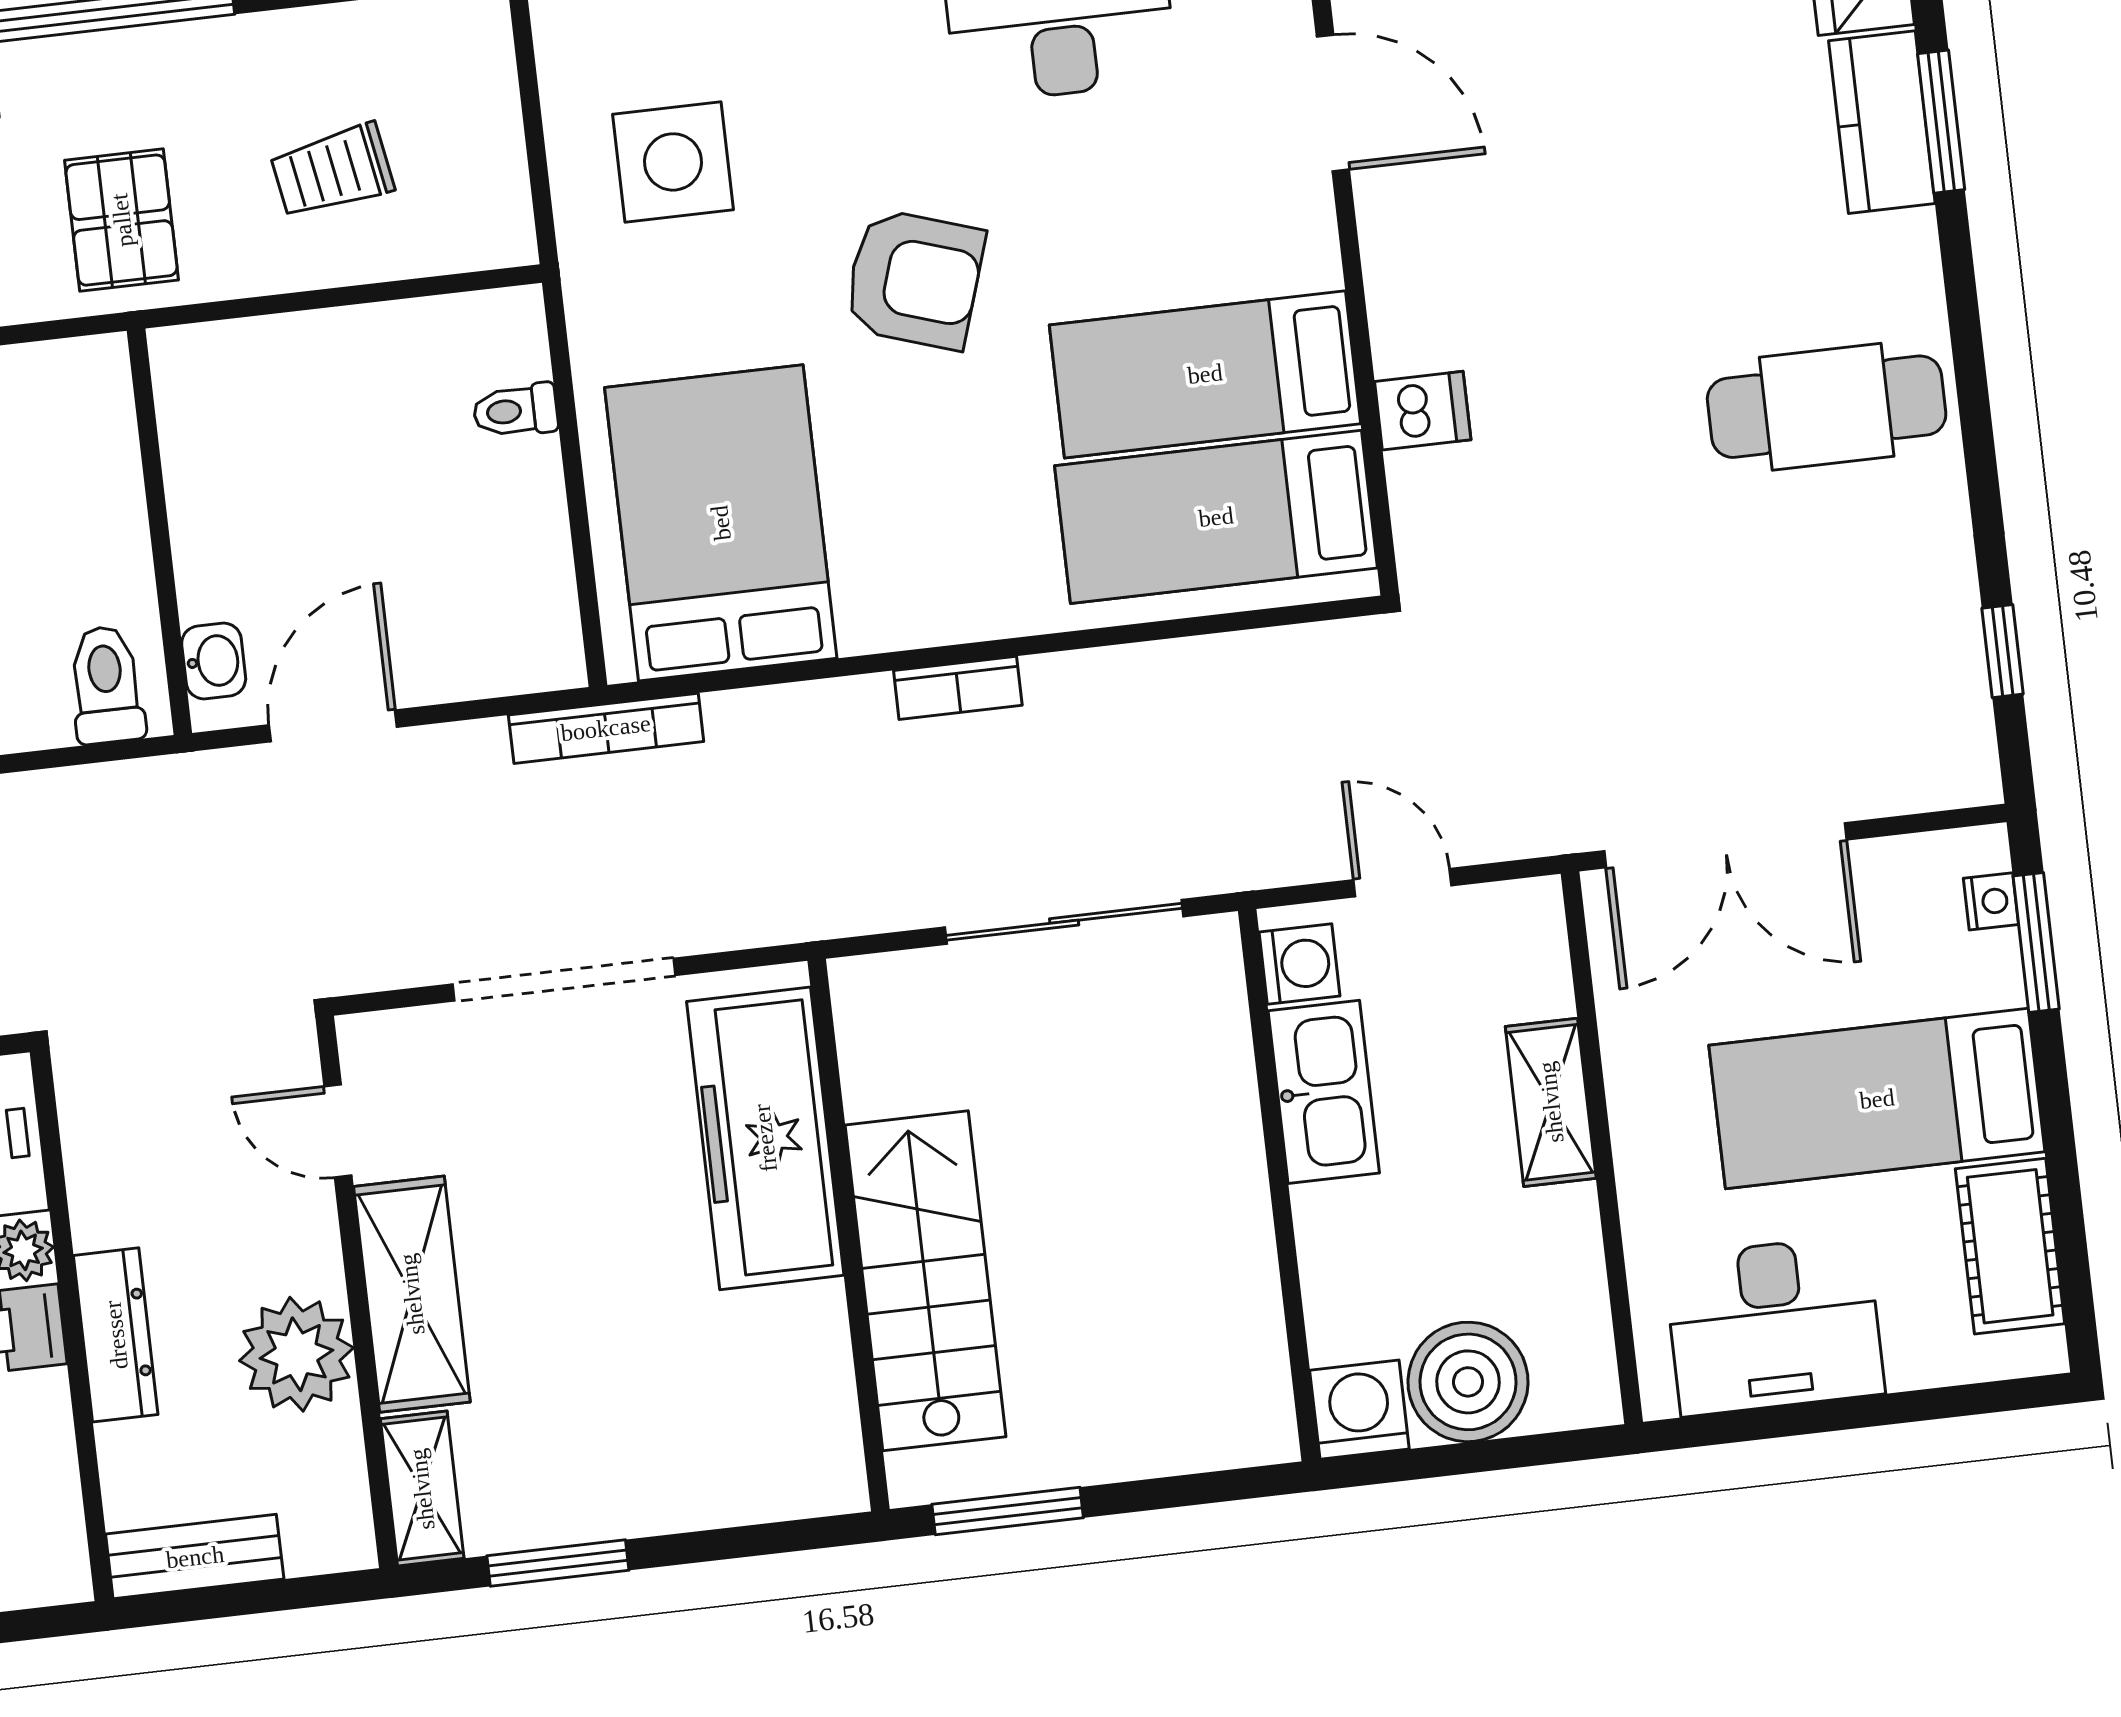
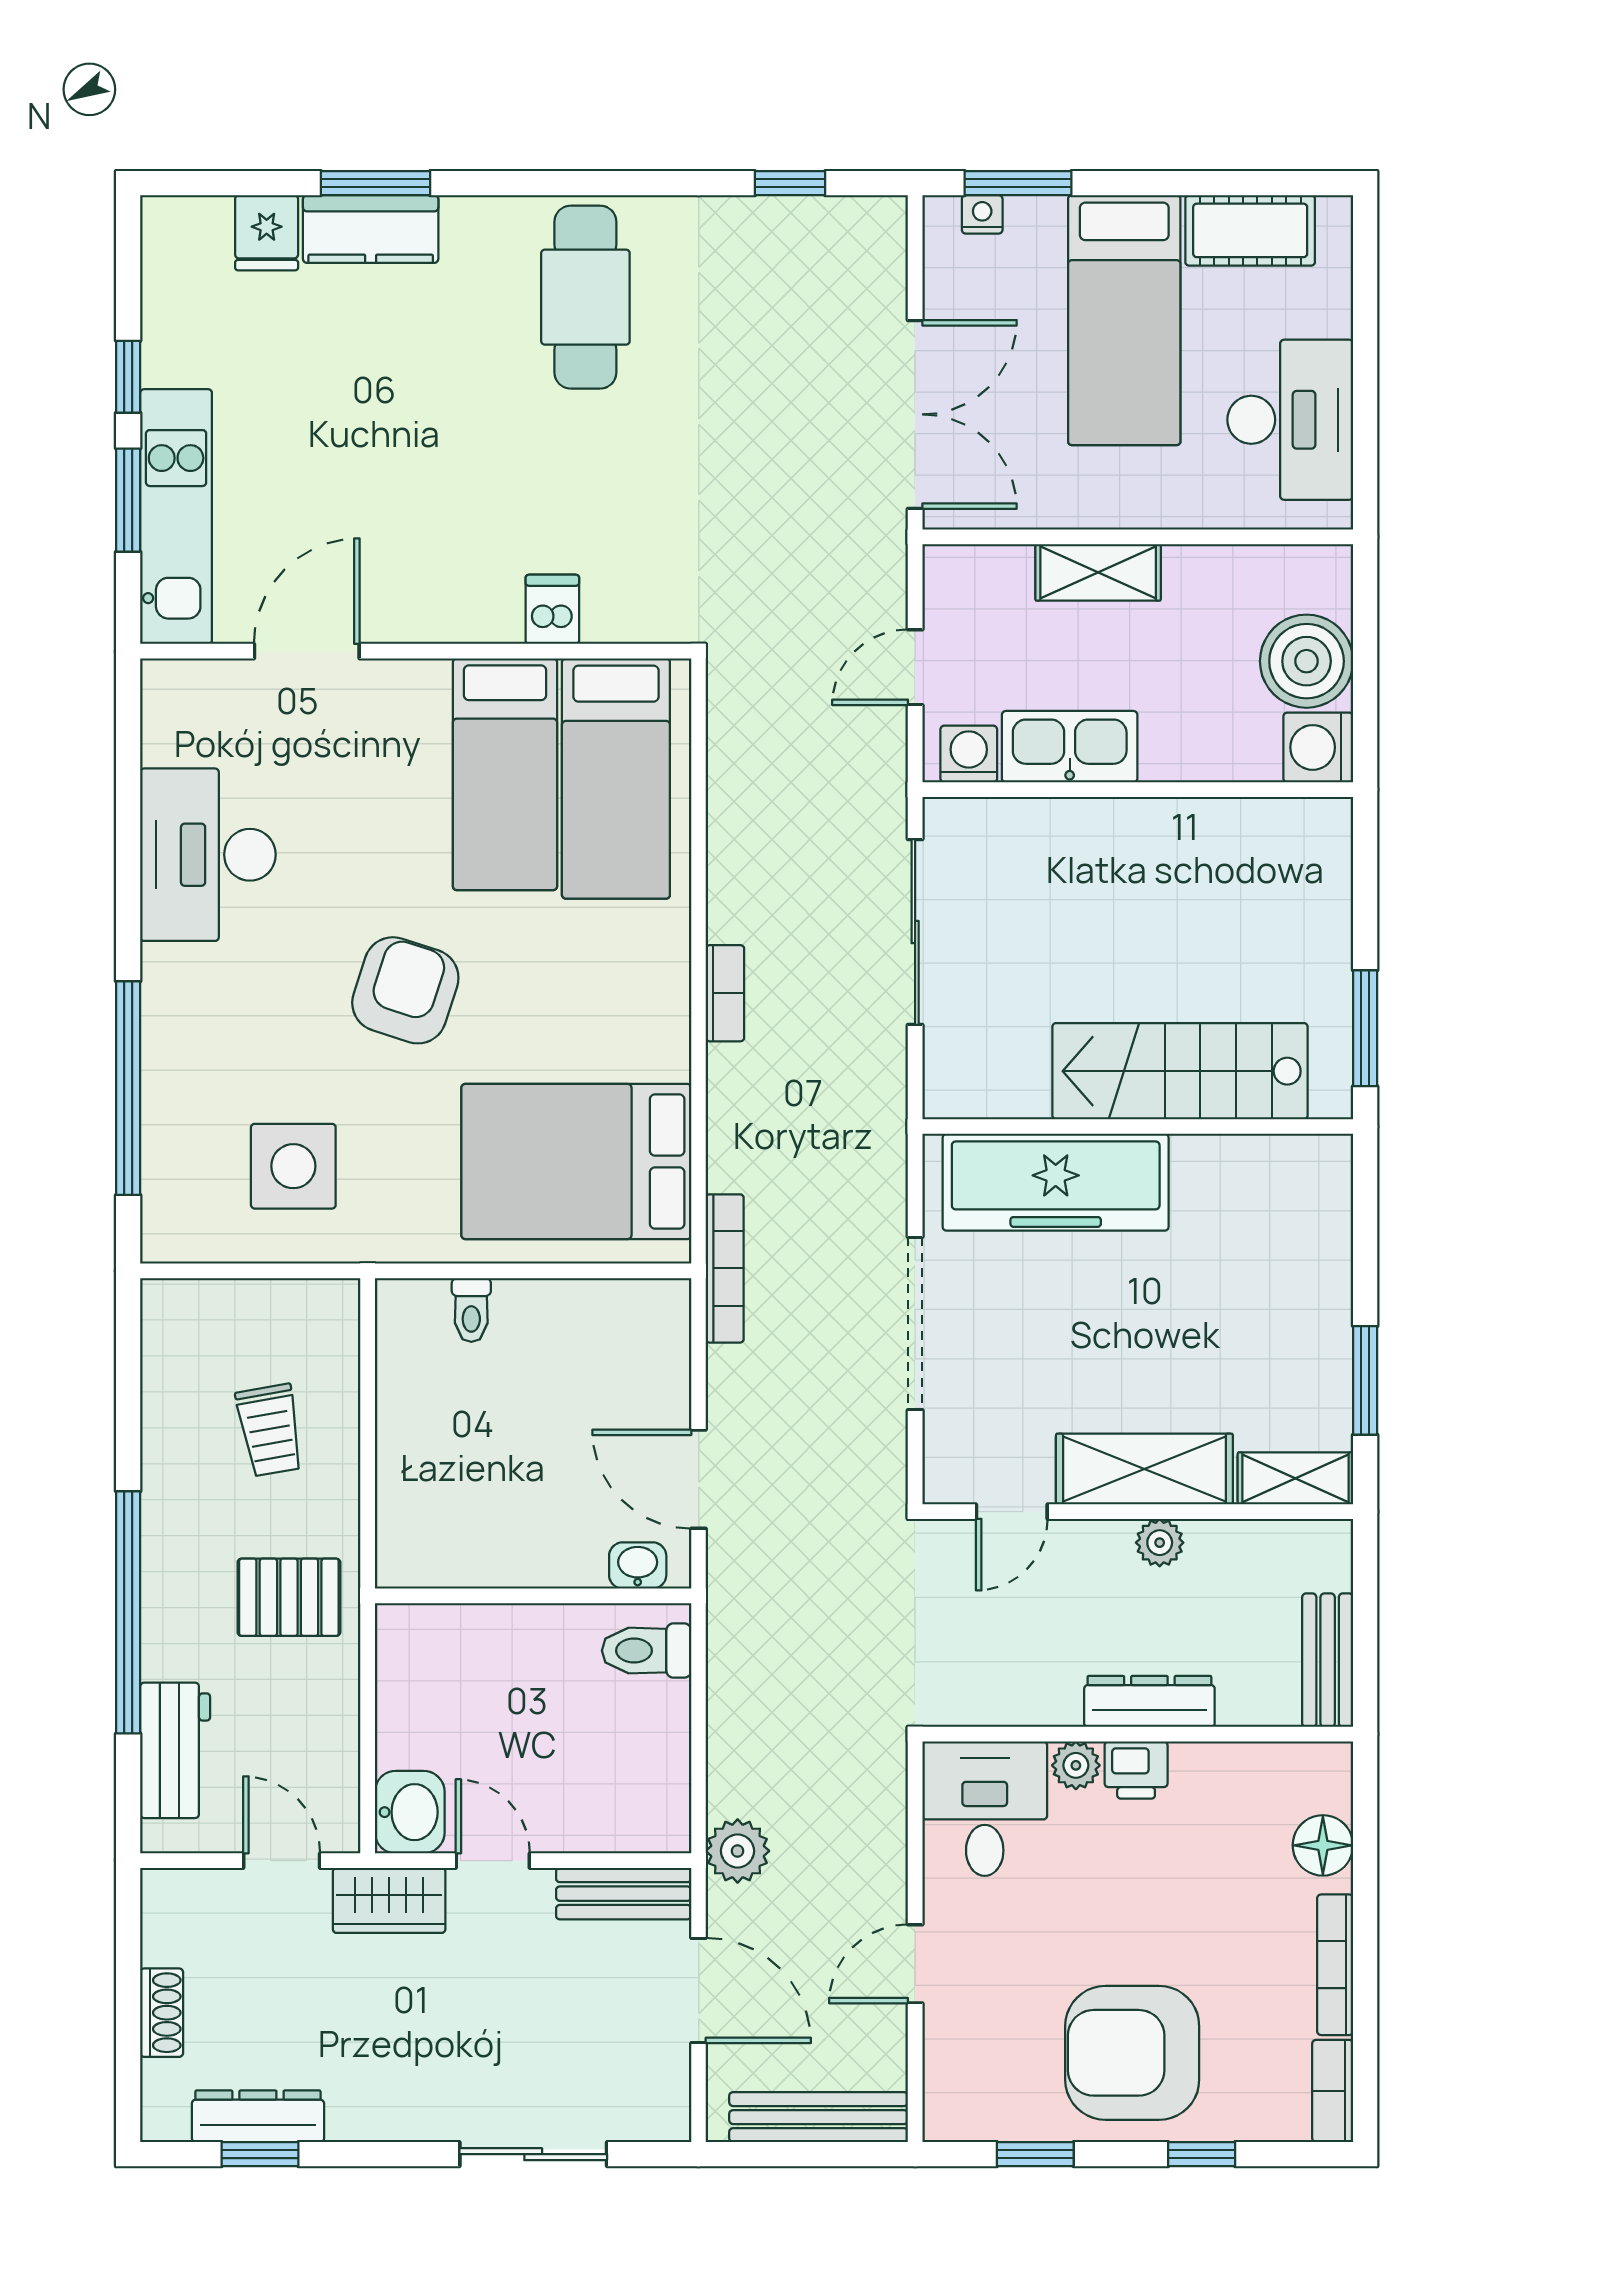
plant: (296, 1354) -> (1160, 1543), width x0.53, depth x0.53

